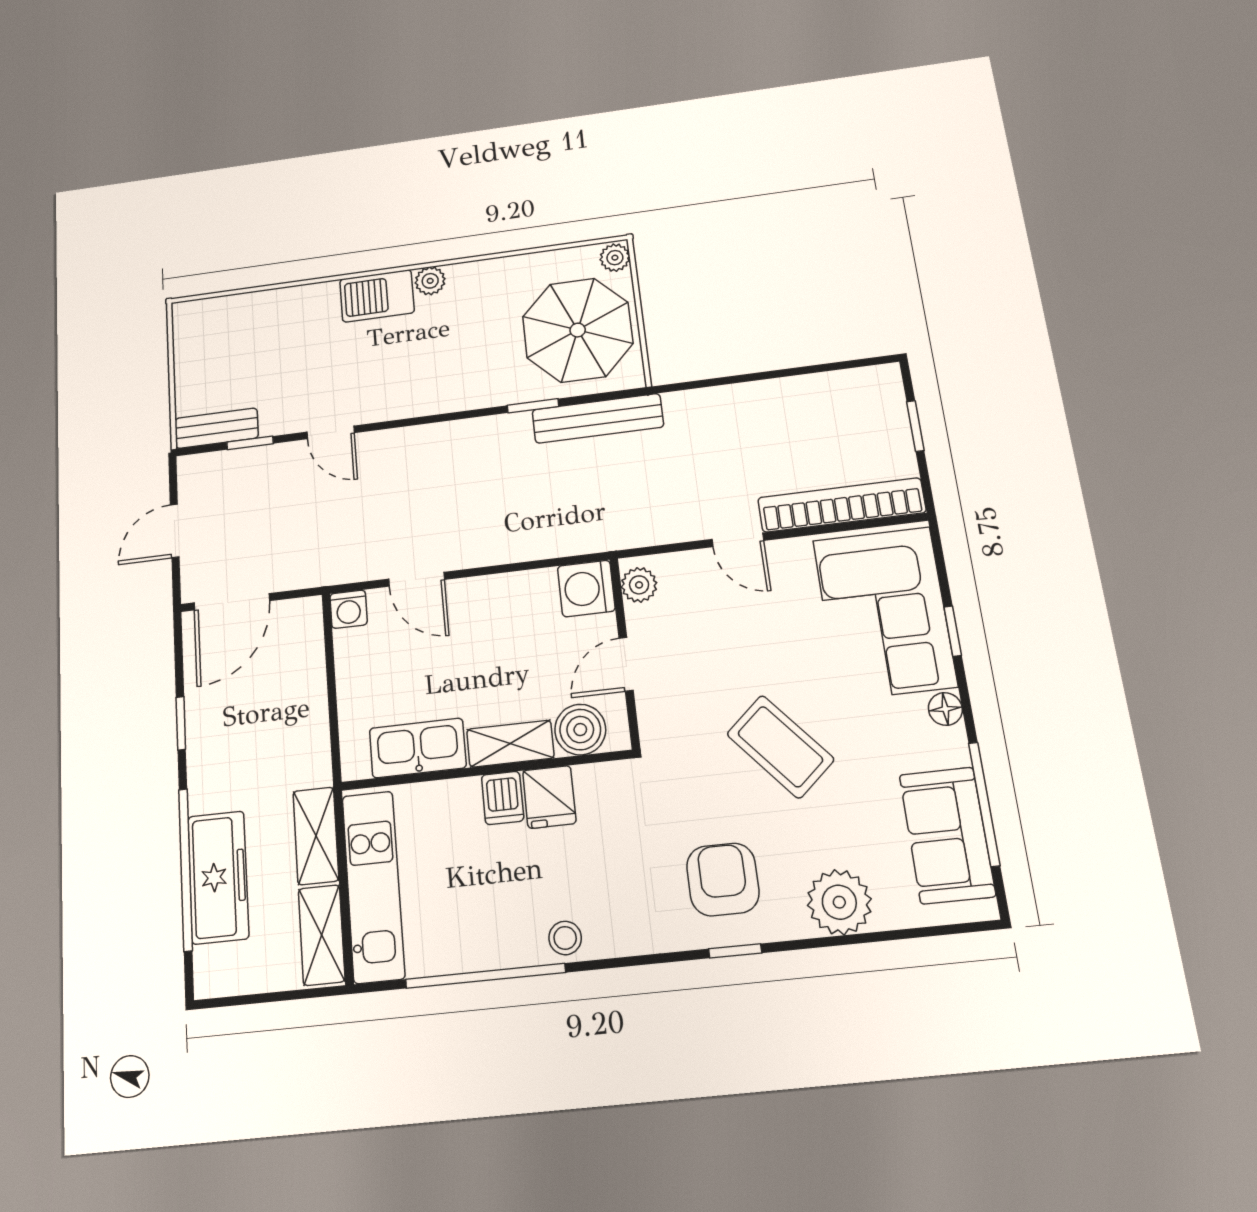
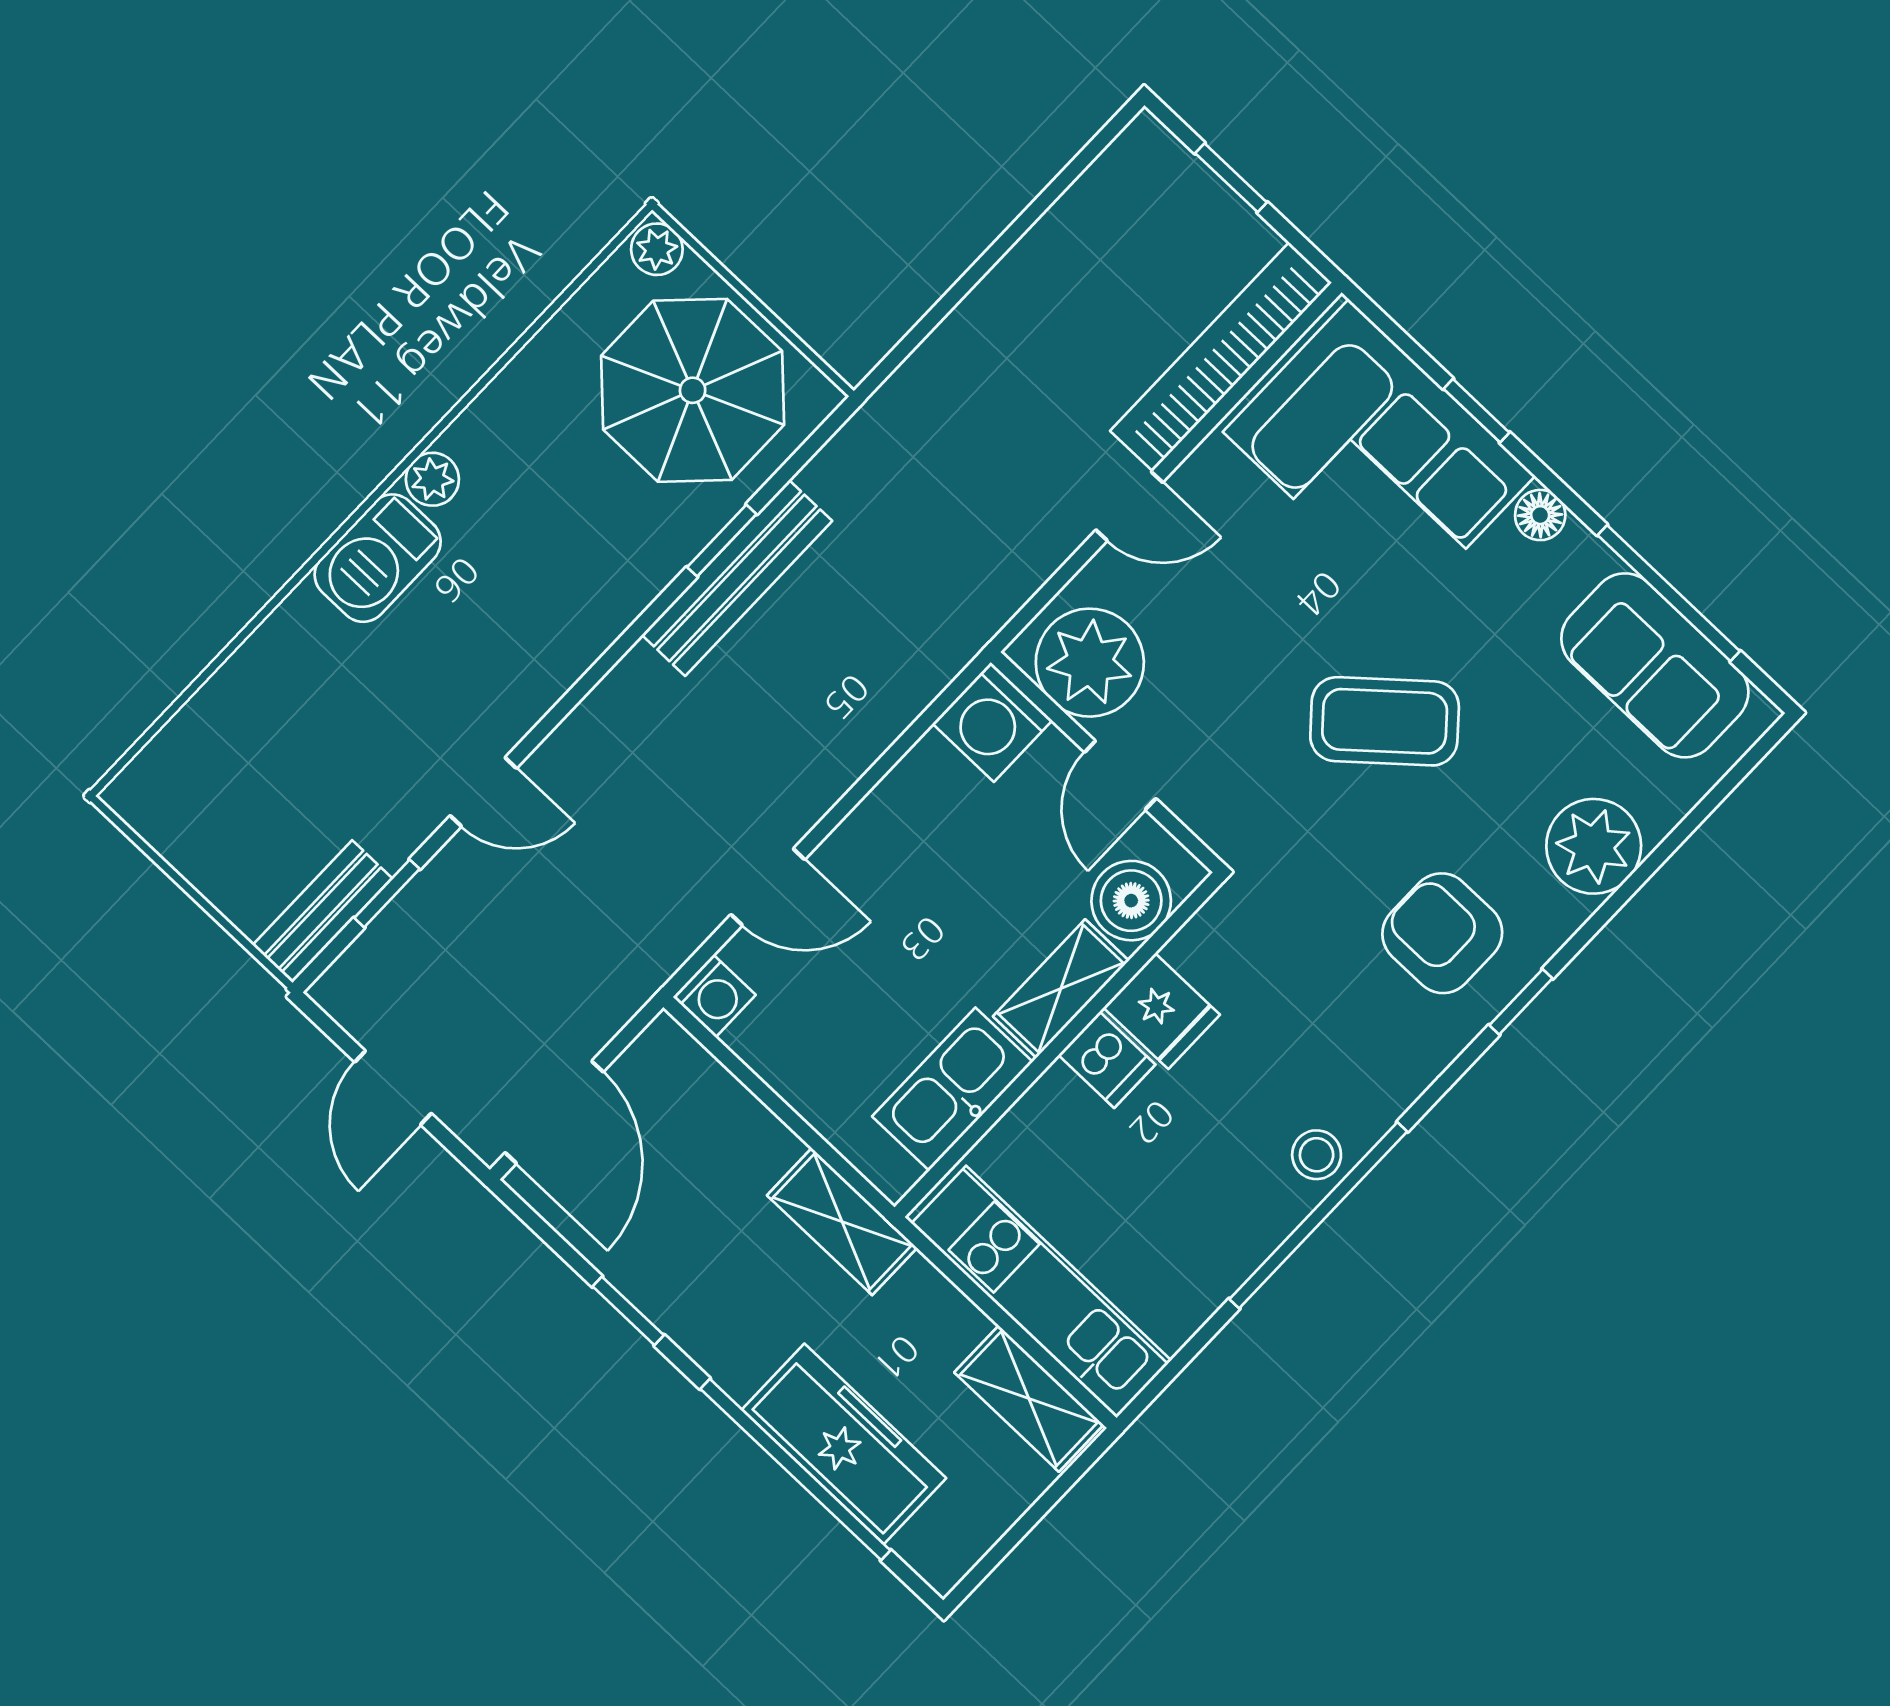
bench: (598, 418) -> (737, 578), moved
plant: (639, 585) -> (1090, 663), width x1.87, depth x1.87
shelving: (316, 836) -> (842, 1222), moved
window: (485, 976) -> (1318, 1215), moved

